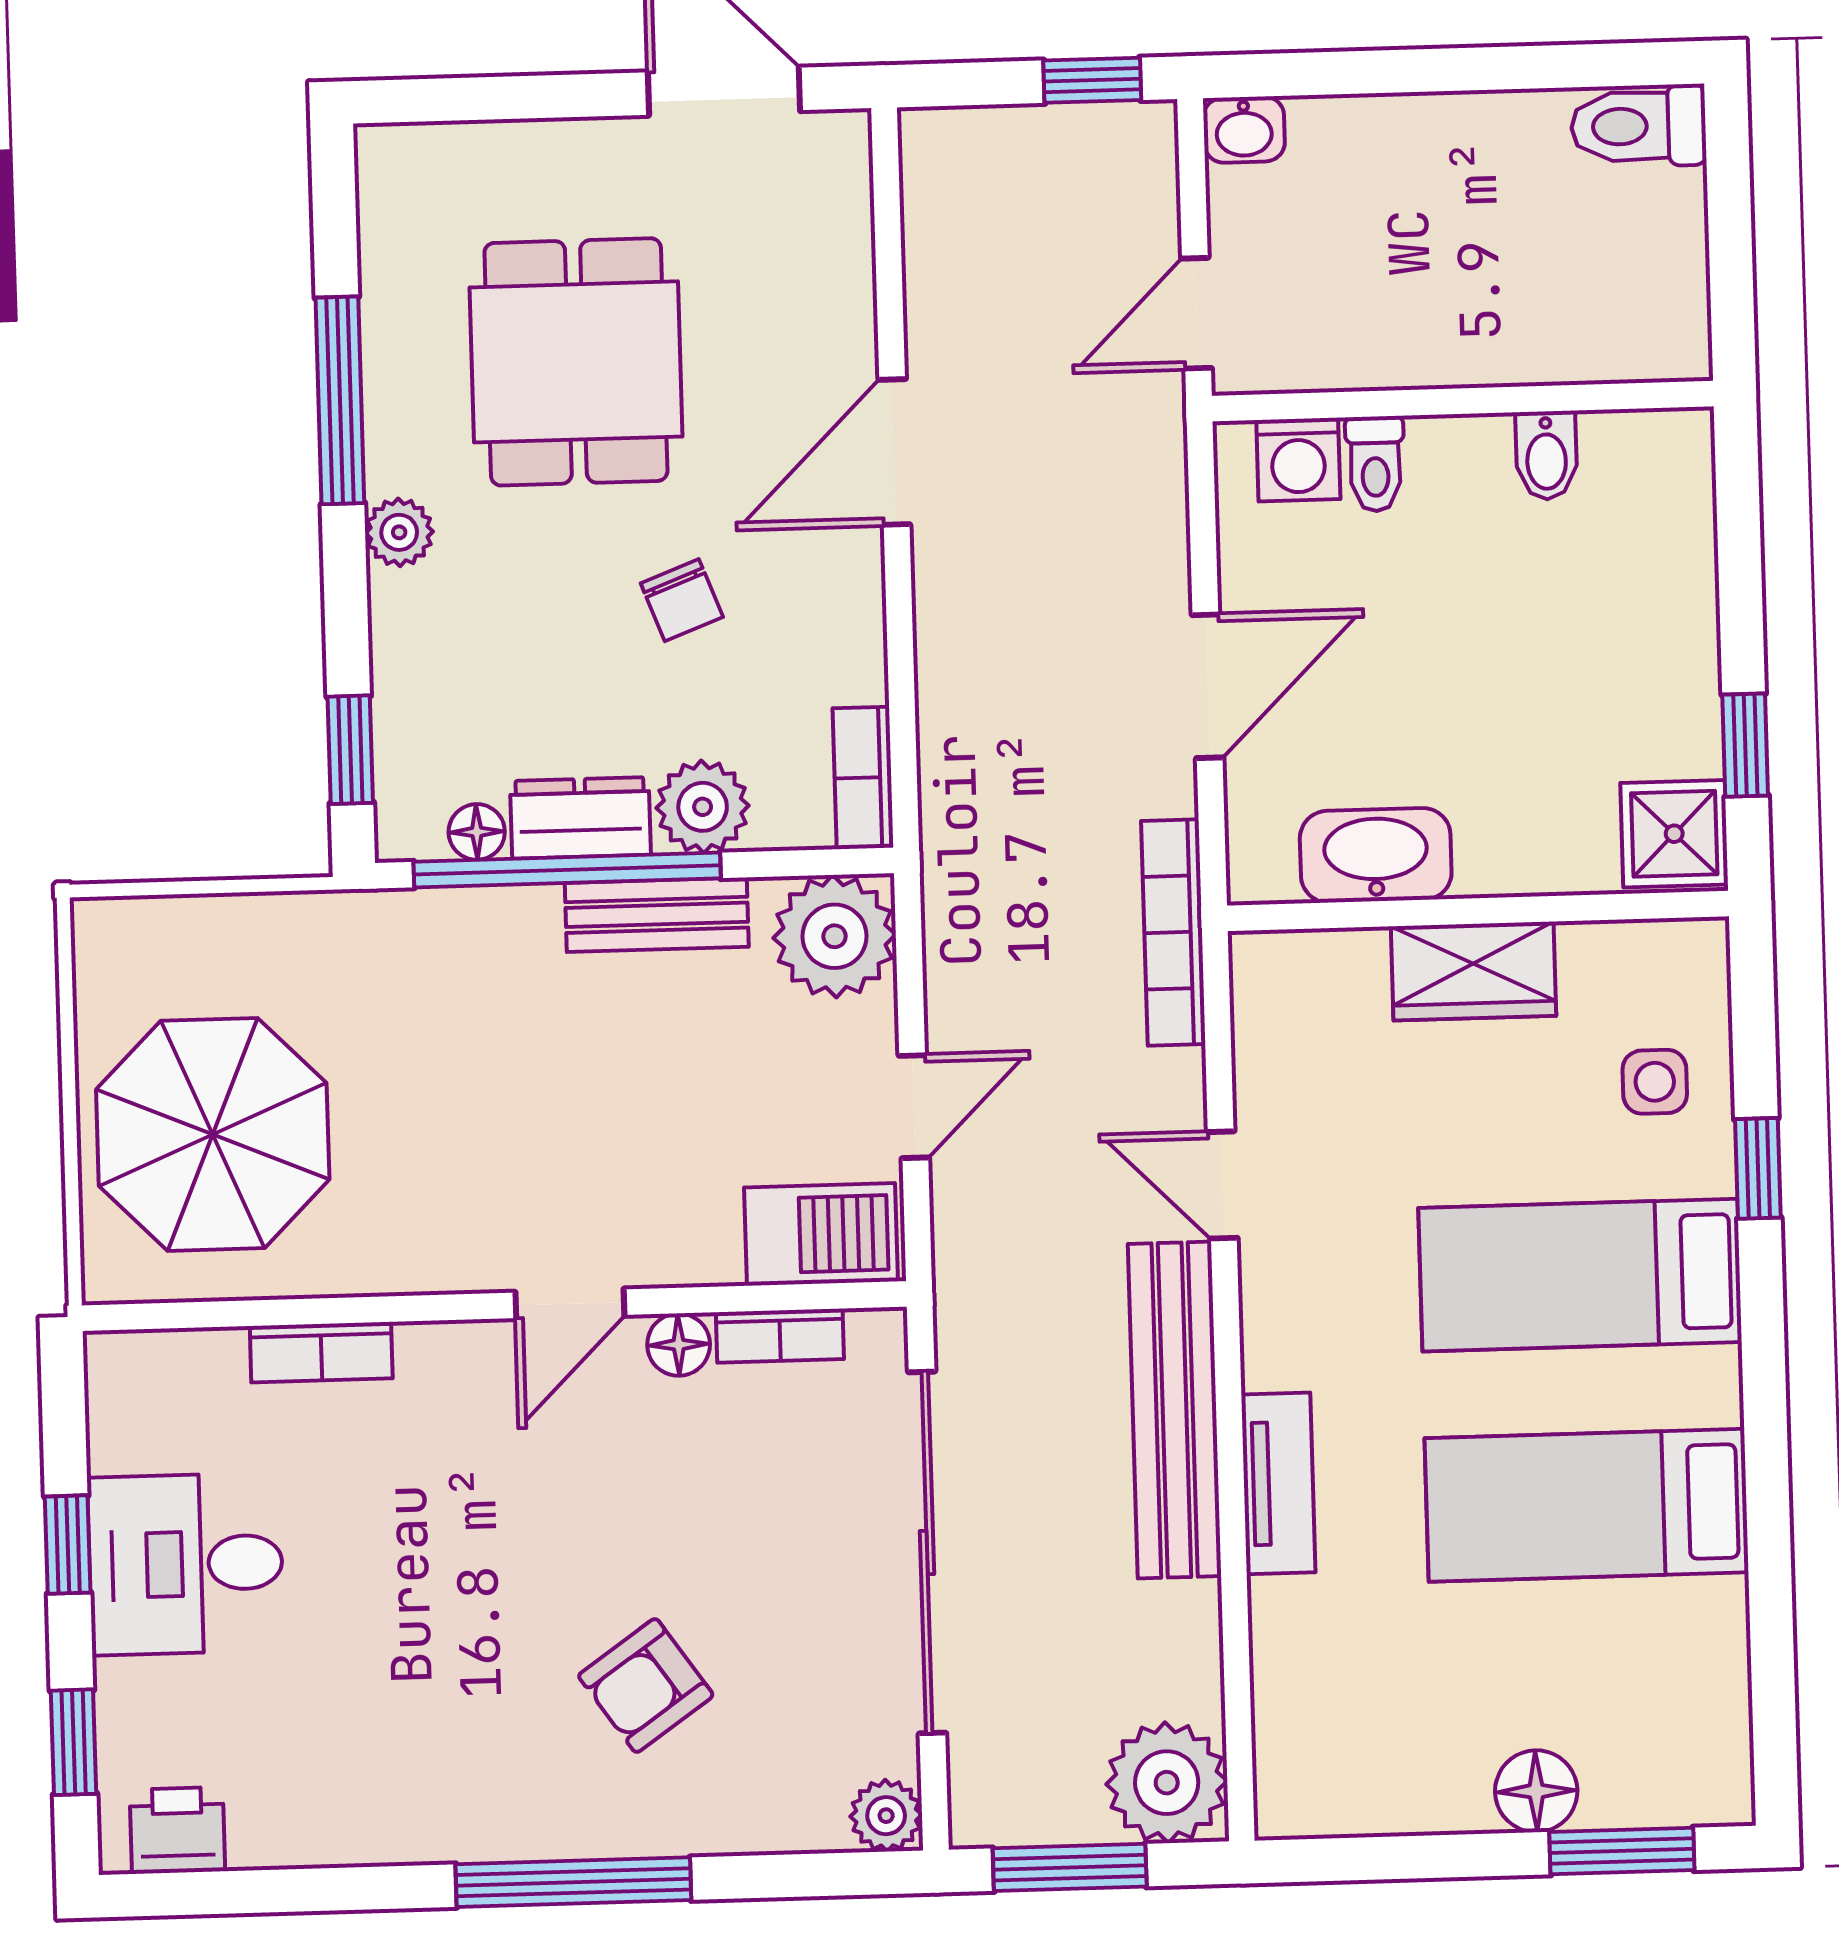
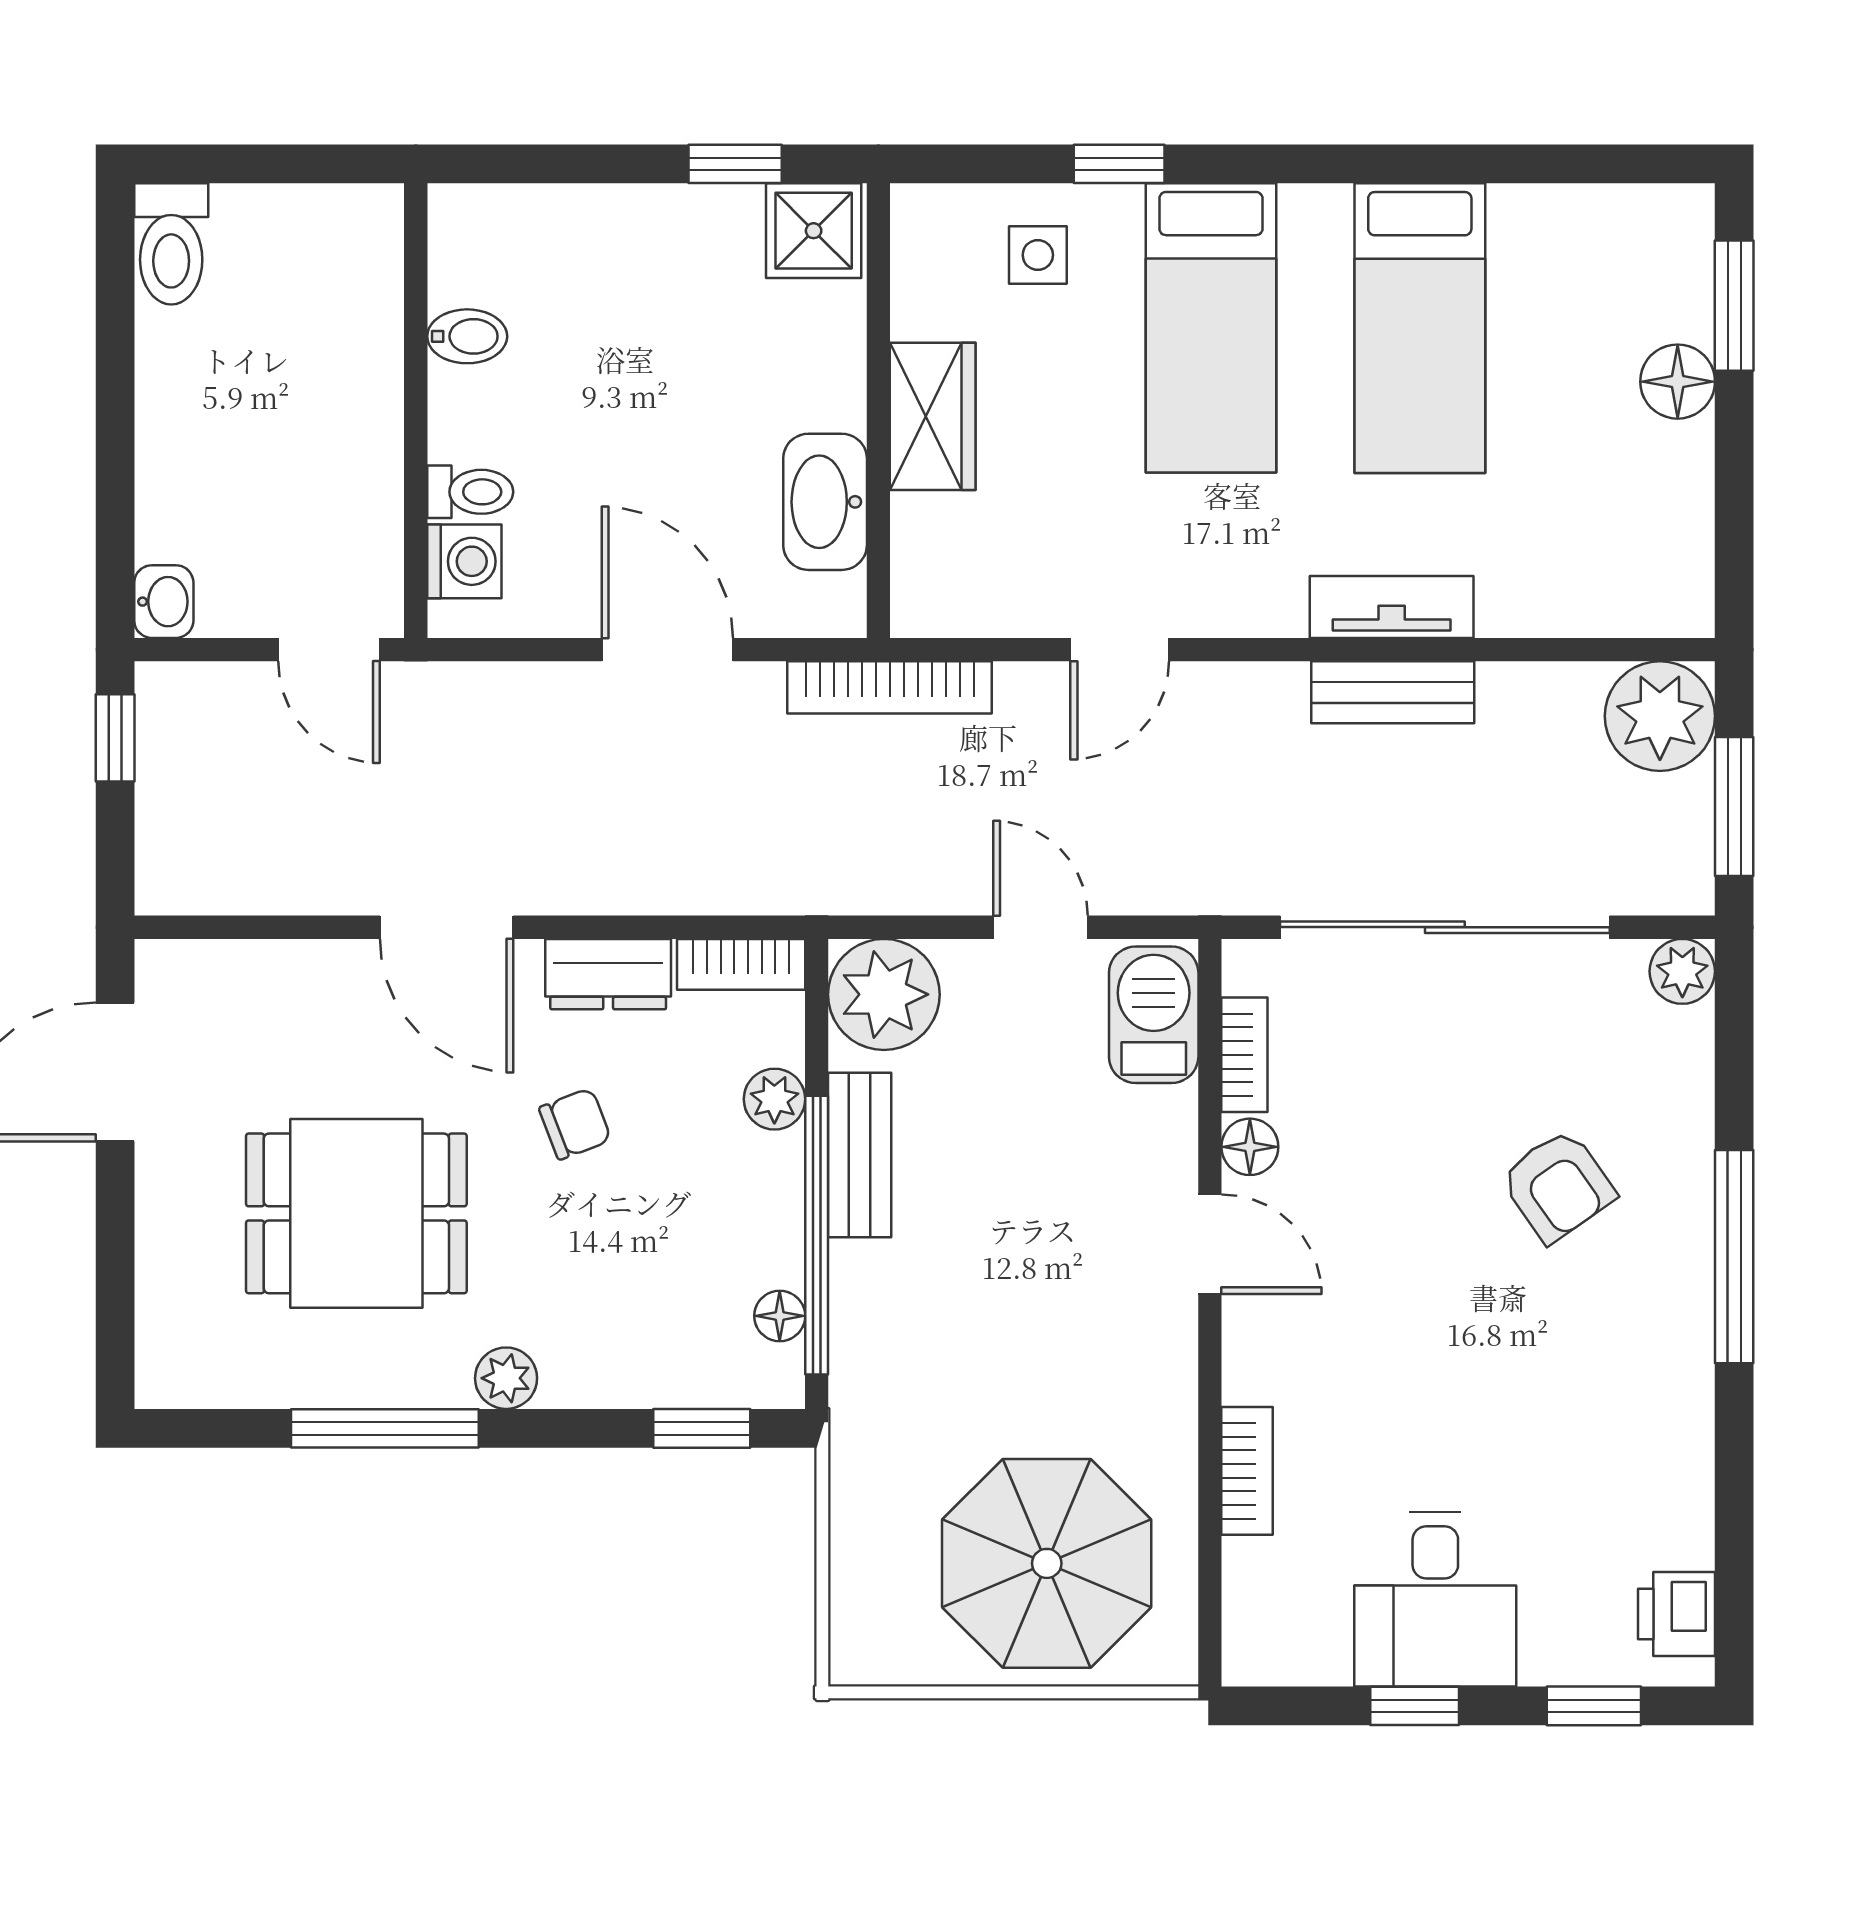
plant: (703, 807) -> (774, 1099), width x0.73, depth x0.73
dresser: (580, 818) -> (608, 974), moved, turned -90
bench: (1175, 1410) -> (1393, 692), width x0.54, depth x0.82

